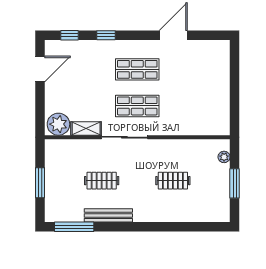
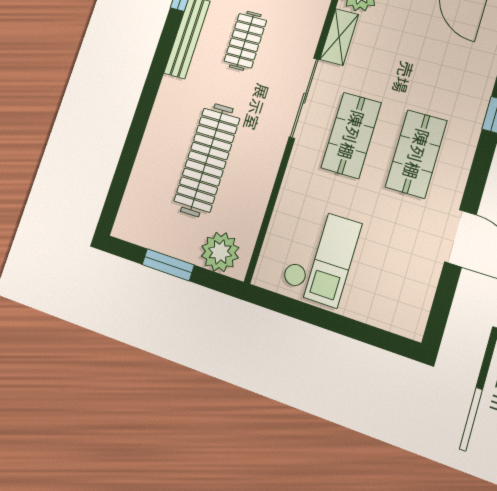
checkout: (204, 103) -> (321, 256), added
plant: (224, 157) -> (220, 252), width x1.88, depth x1.88
clothes rail: (173, 181) -> (207, 160), width x1.86, depth x1.31

